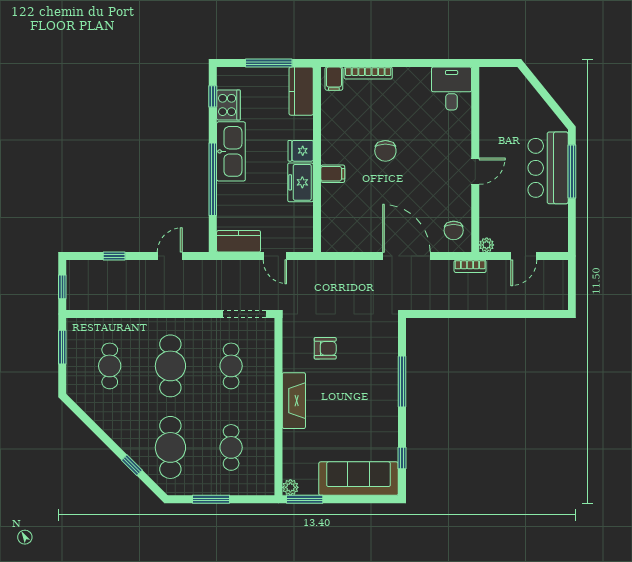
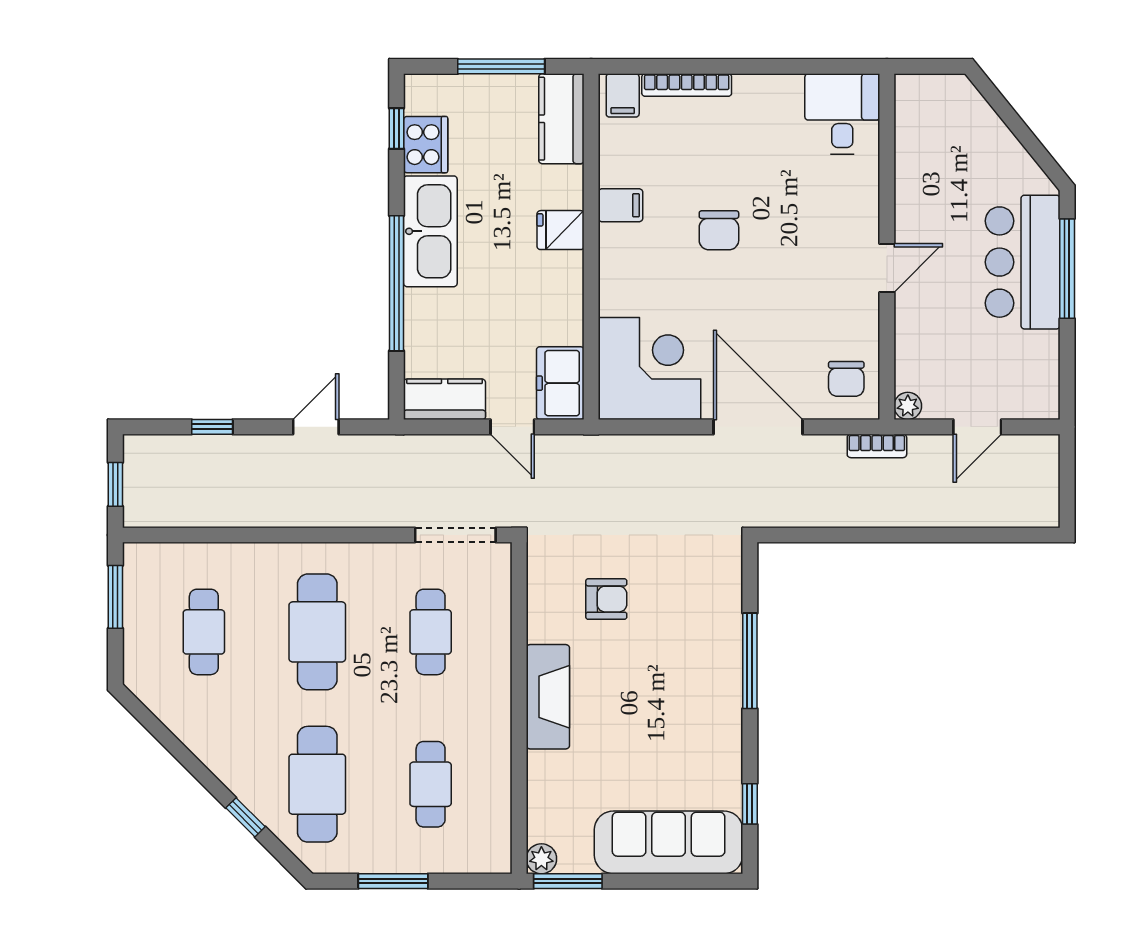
filing cabinet: (333, 174) -> (620, 205), moved
freezer: (301, 182) -> (560, 383), moved
corner desk: (348, 225) -> (650, 369), added

